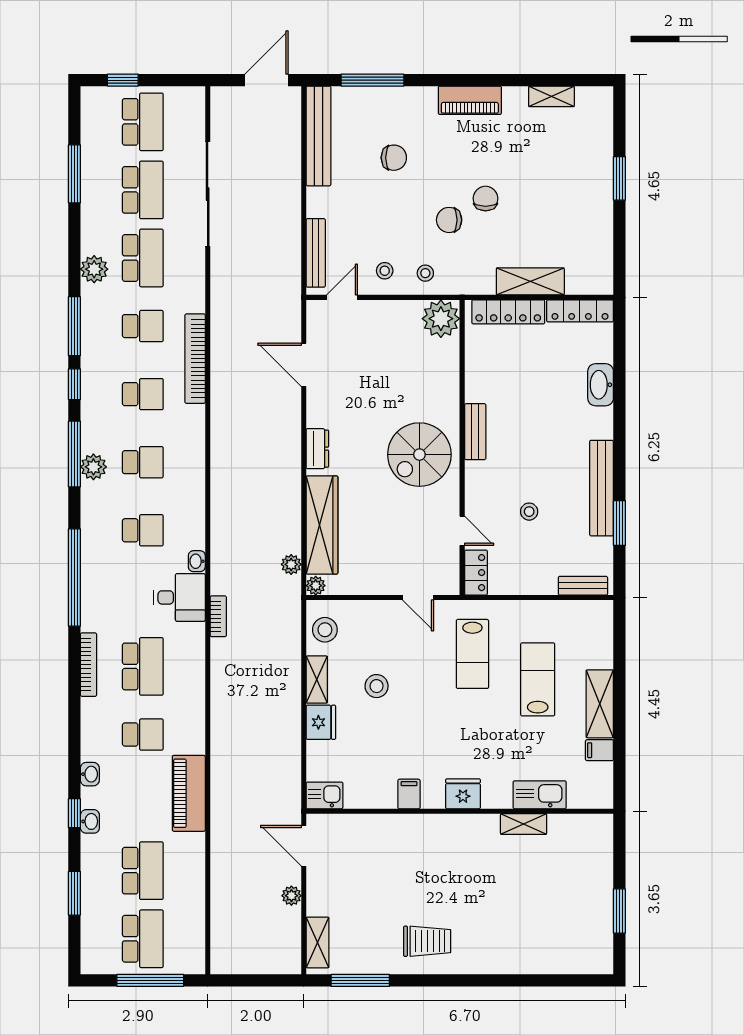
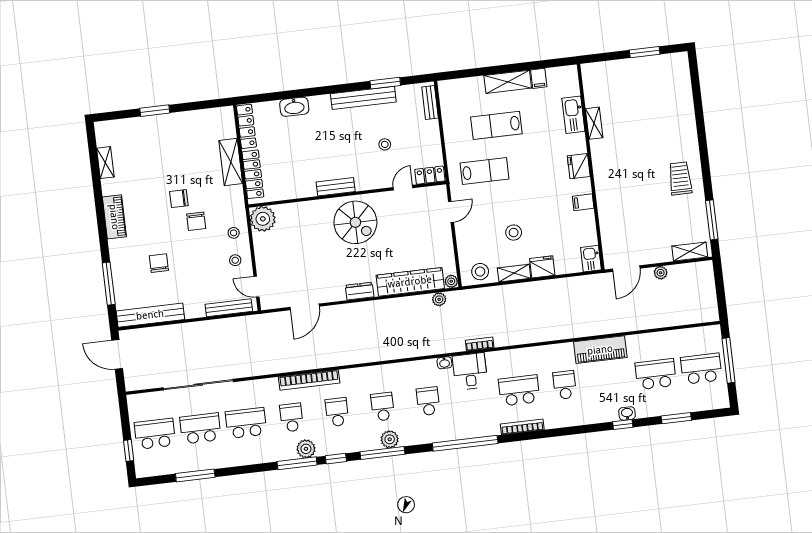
plant: (94, 269) -> (306, 449), moved
washbasin: (90, 774) -> (595, 417), removed

